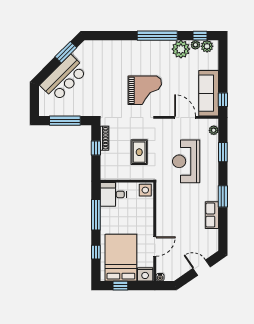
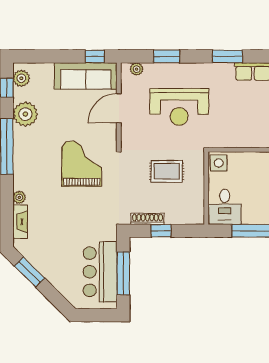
fireplace: (102, 45) -> (20, 222), added
plant: (195, 45) -> (19, 197), moved
bar counter: (64, 78) -> (100, 272), moved, turned -135

